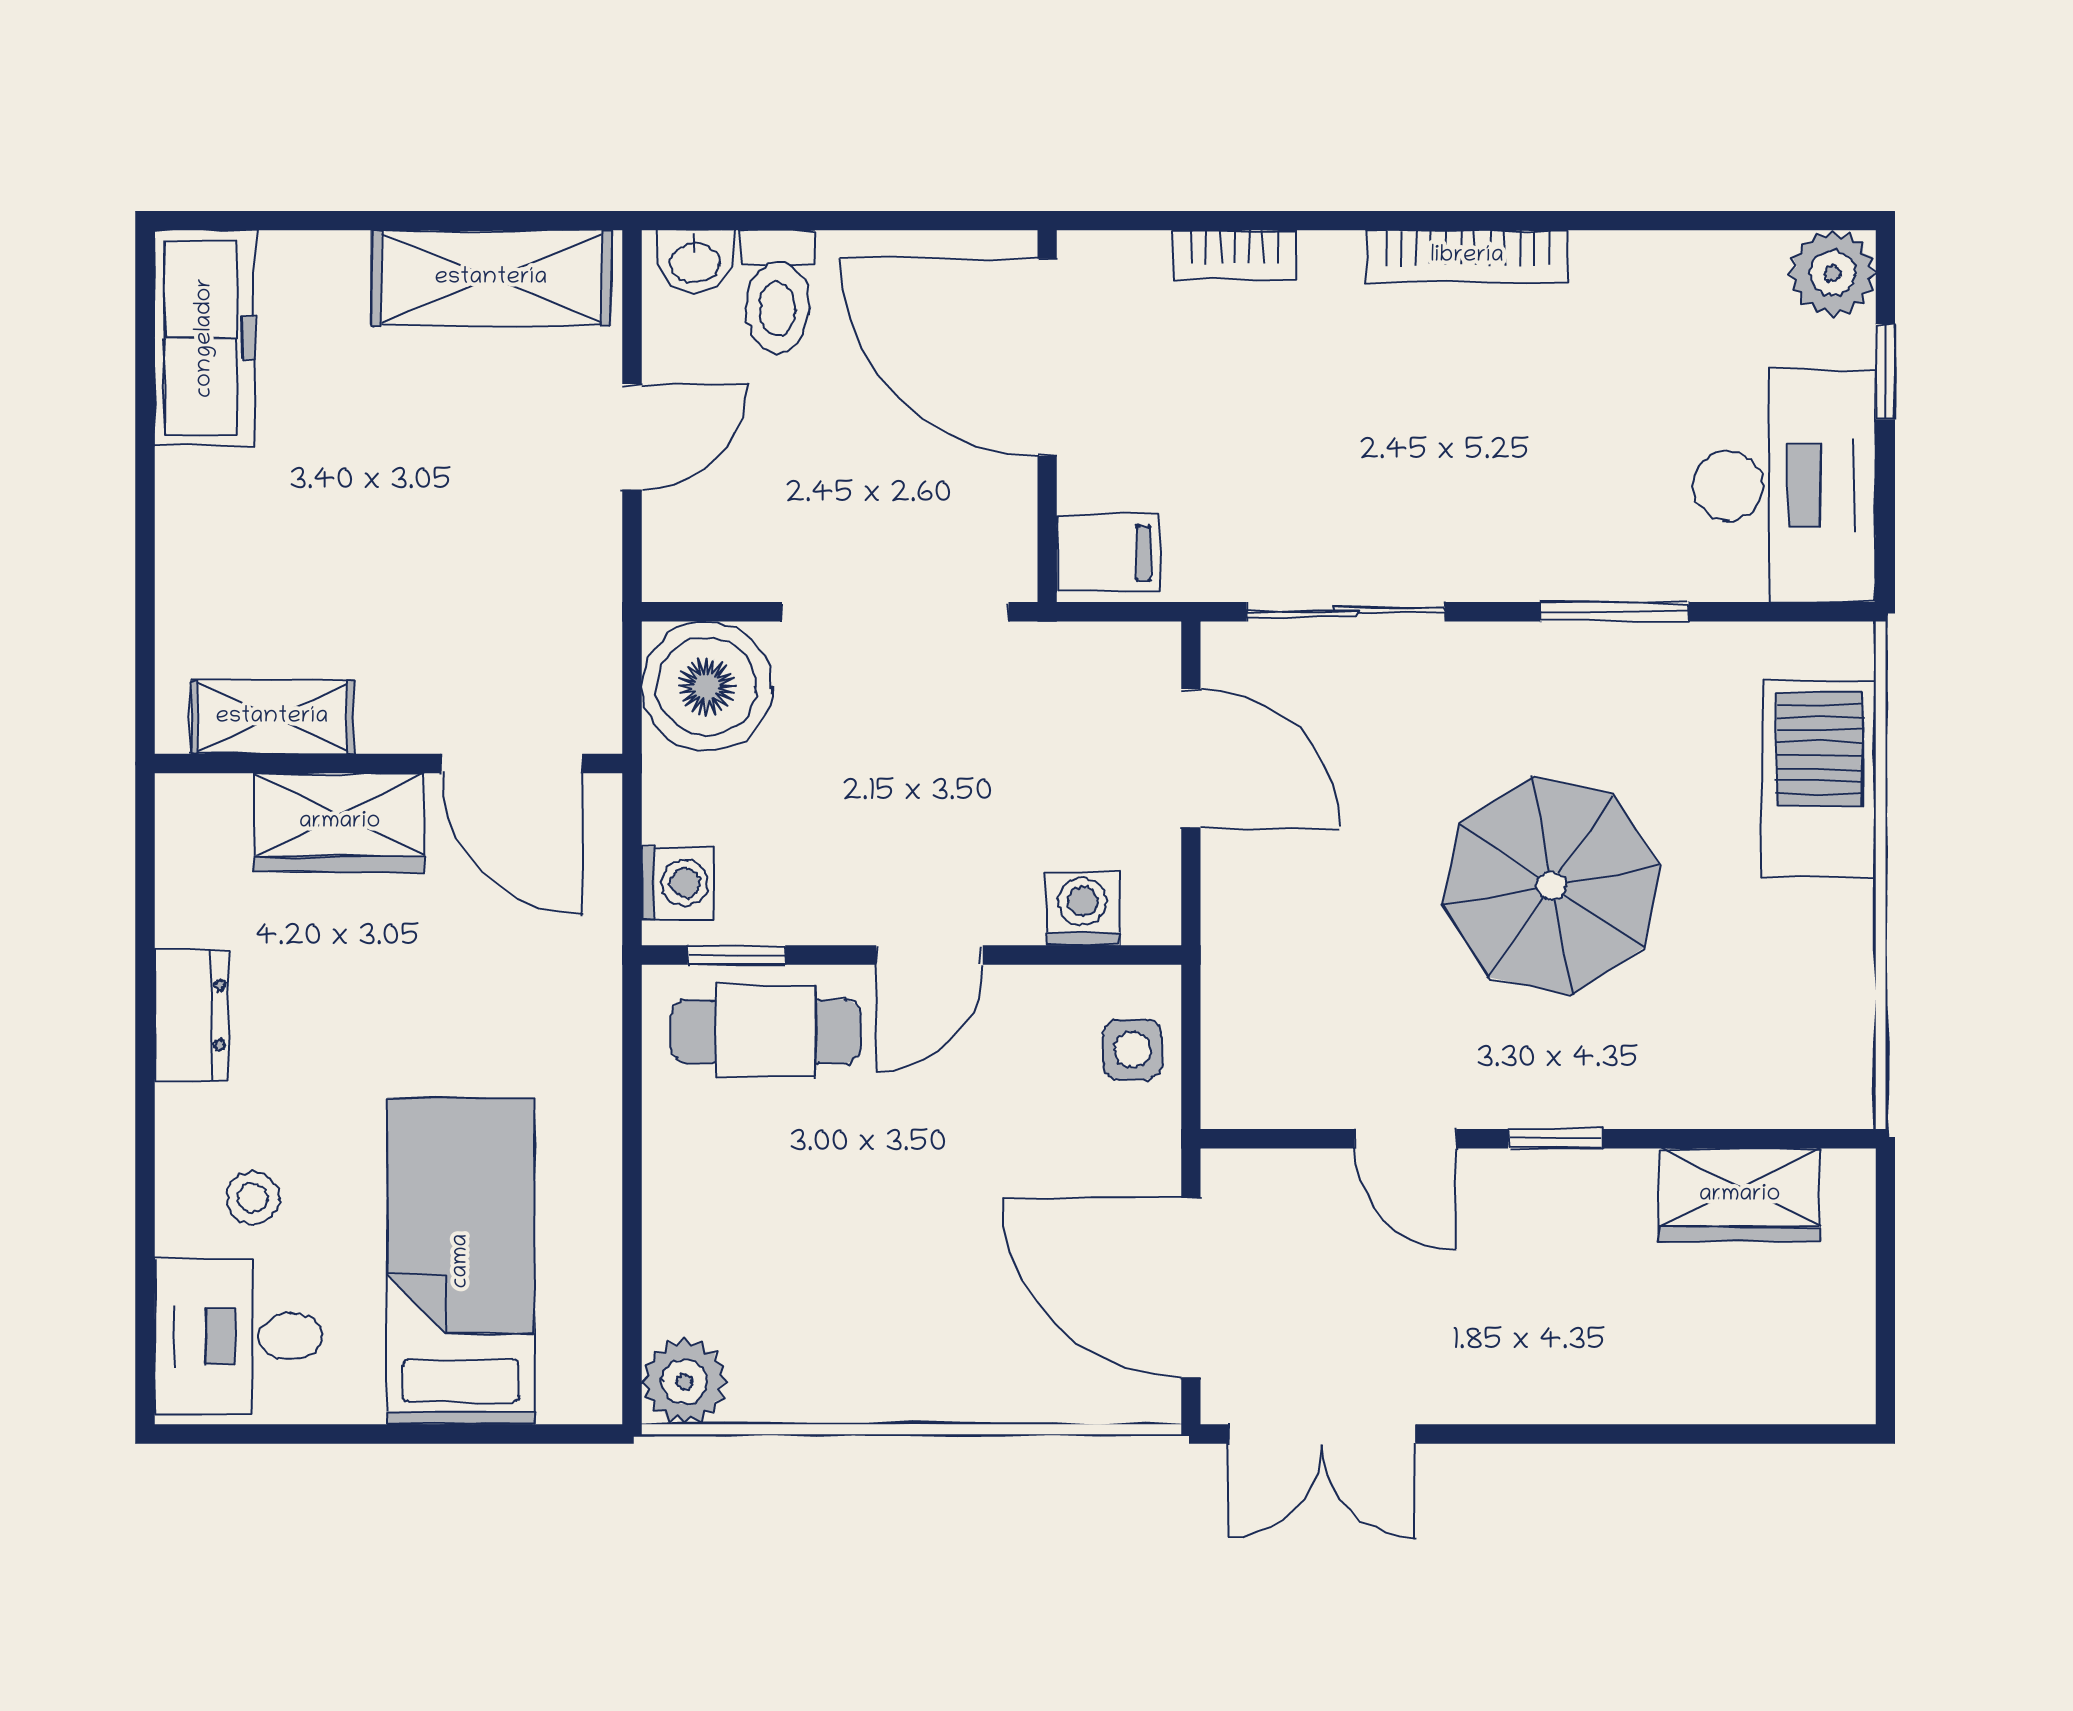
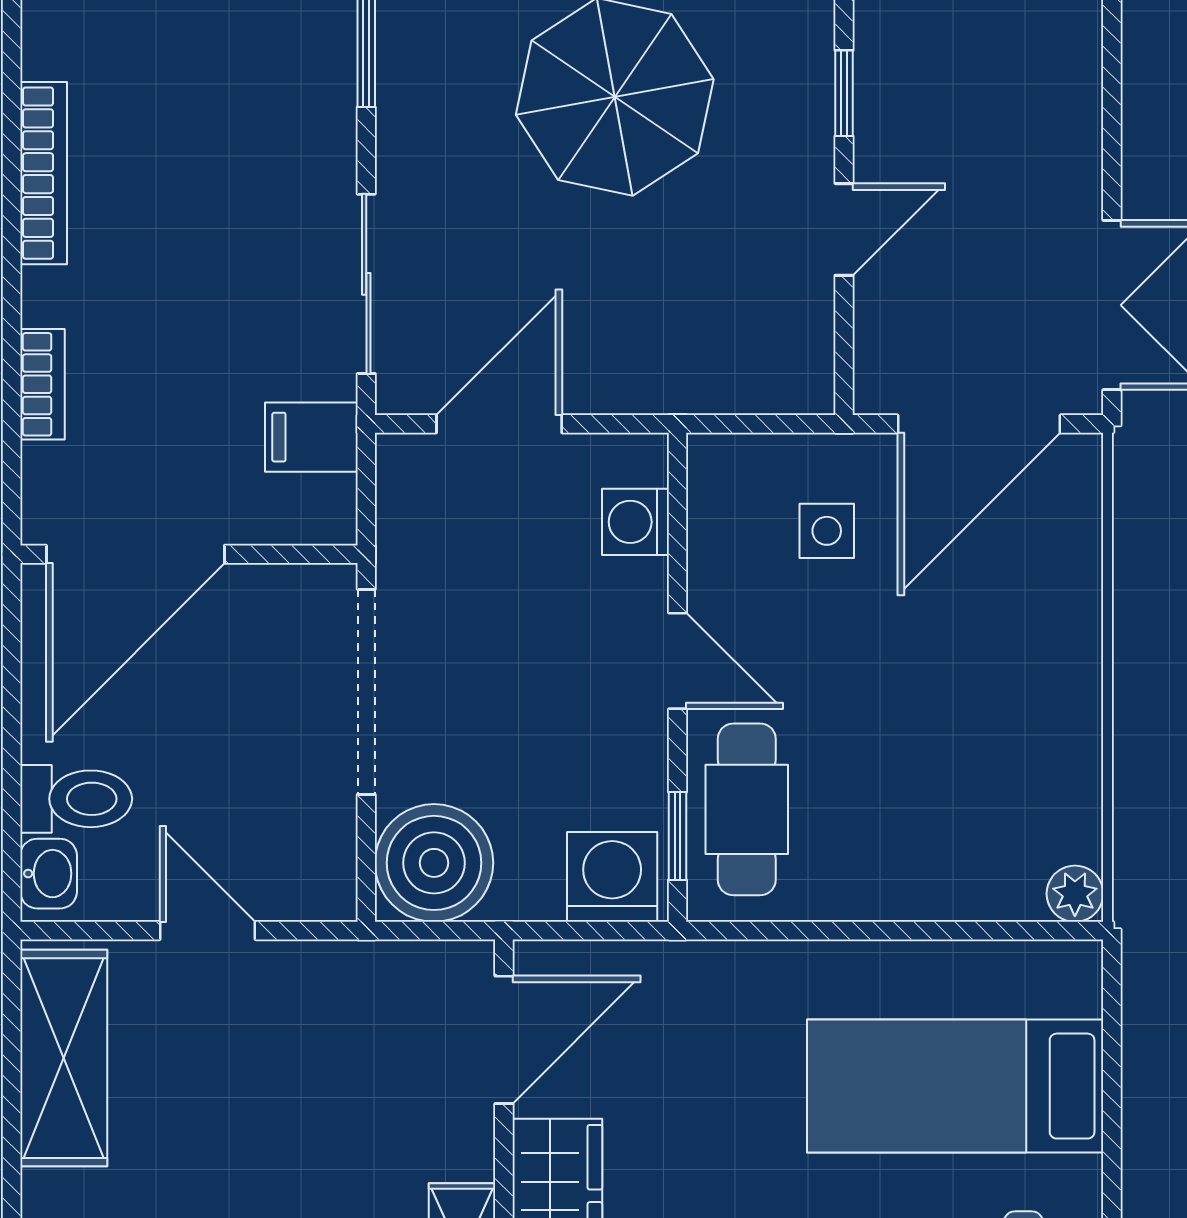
filing cabinet: (1108, 553) -> (311, 437), moved, turned -90
washing machine: (678, 883) -> (612, 877), width x1.38, depth x1.38
side table: (1132, 1049) -> (827, 531), moved
plant: (684, 1382) -> (1075, 894), width x0.73, depth x0.73

